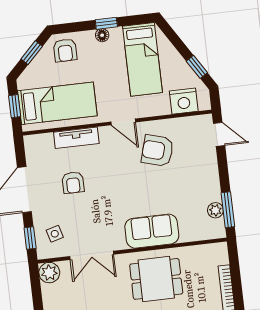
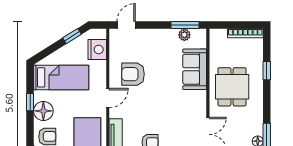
floor lamp: (102, 35) -> (43, 111), width x1.89, depth x1.89
armchair: (157, 151) -> (133, 74), turned 74
sofa: (152, 231) -> (195, 69), moved

